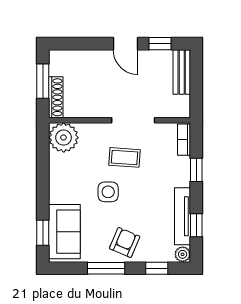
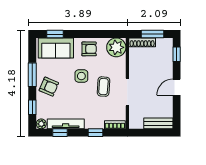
window: (160, 44) -> (177, 54), moved
armchair: (66, 180) -> (89, 49), added

